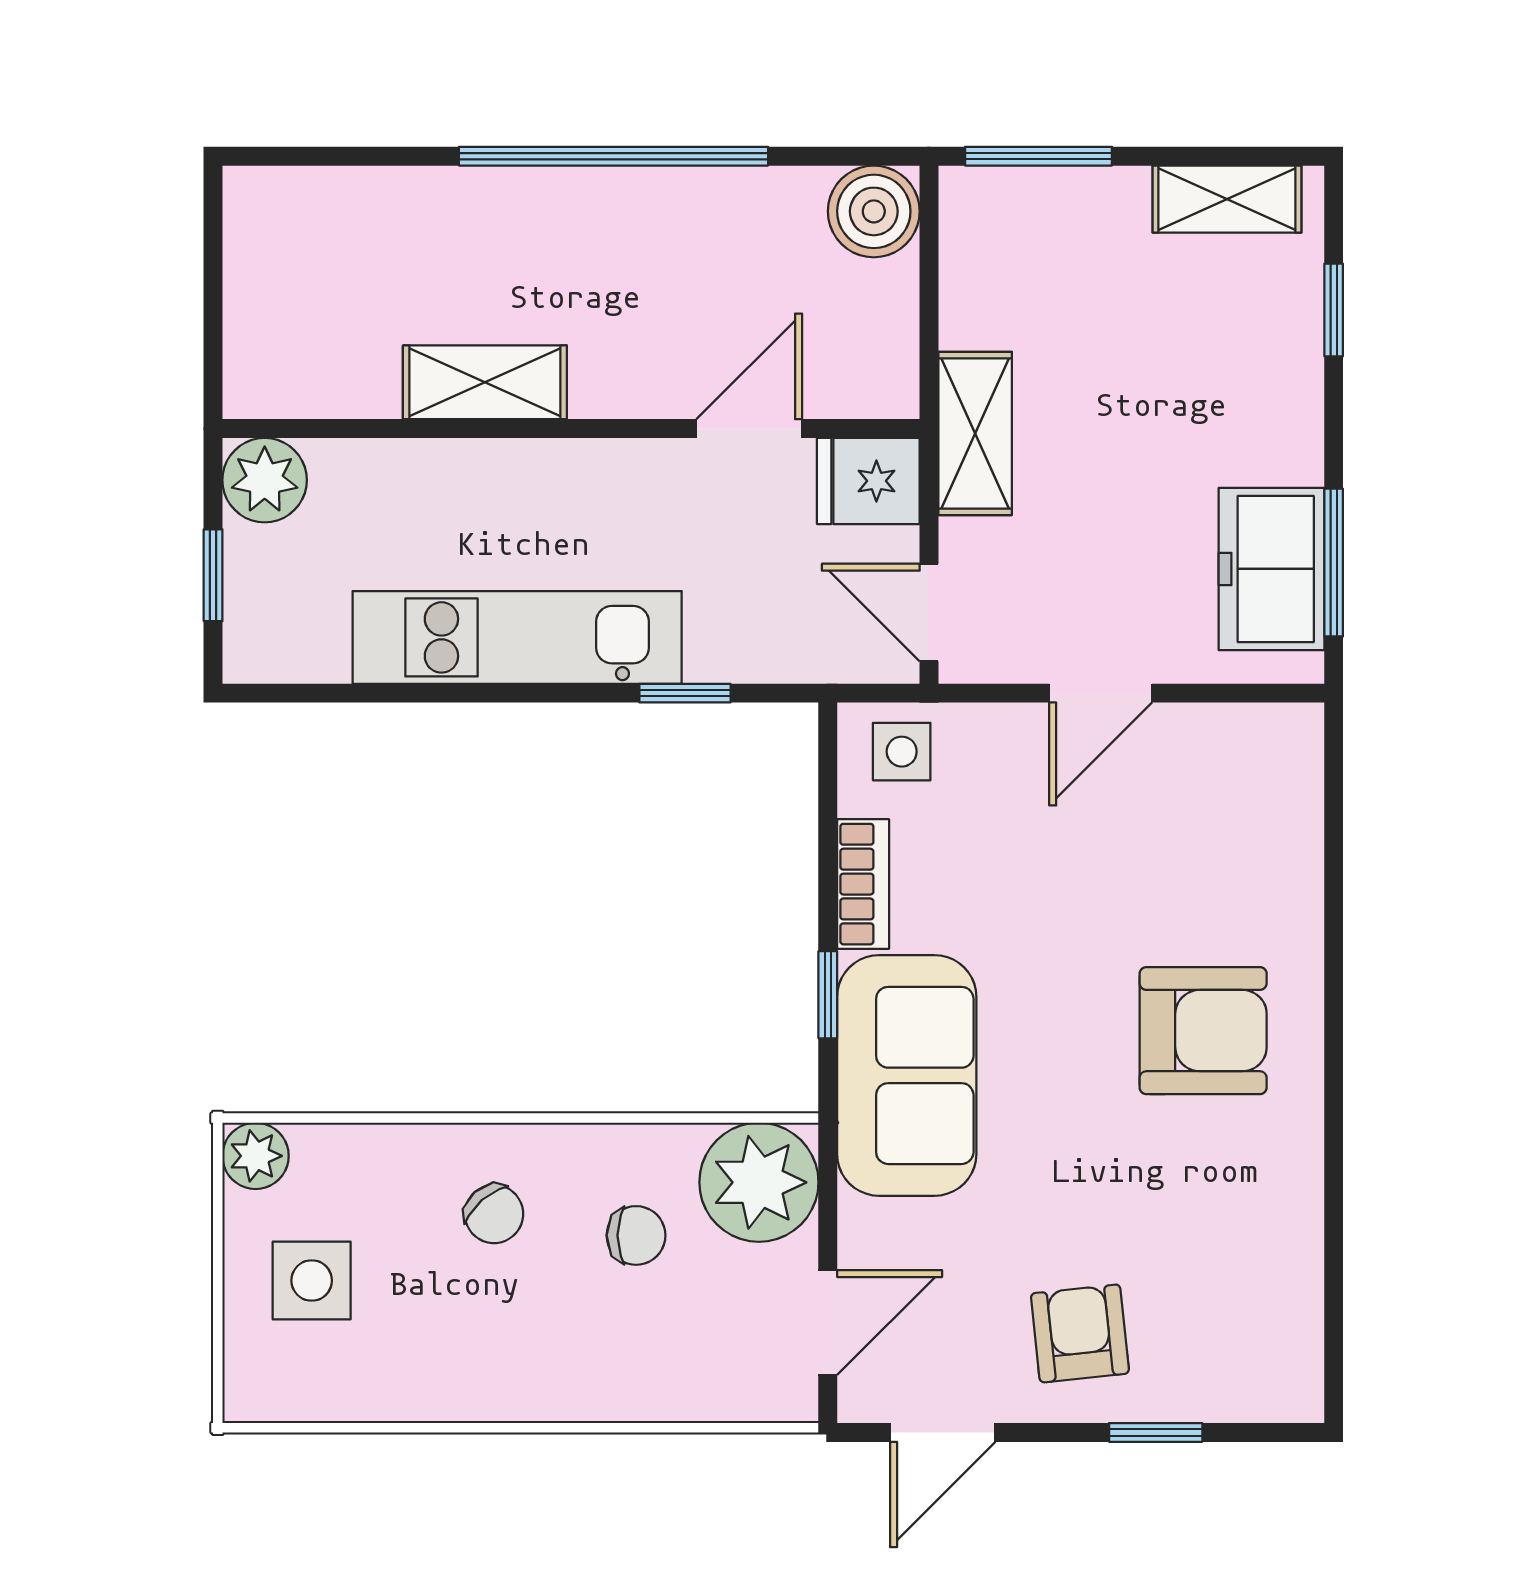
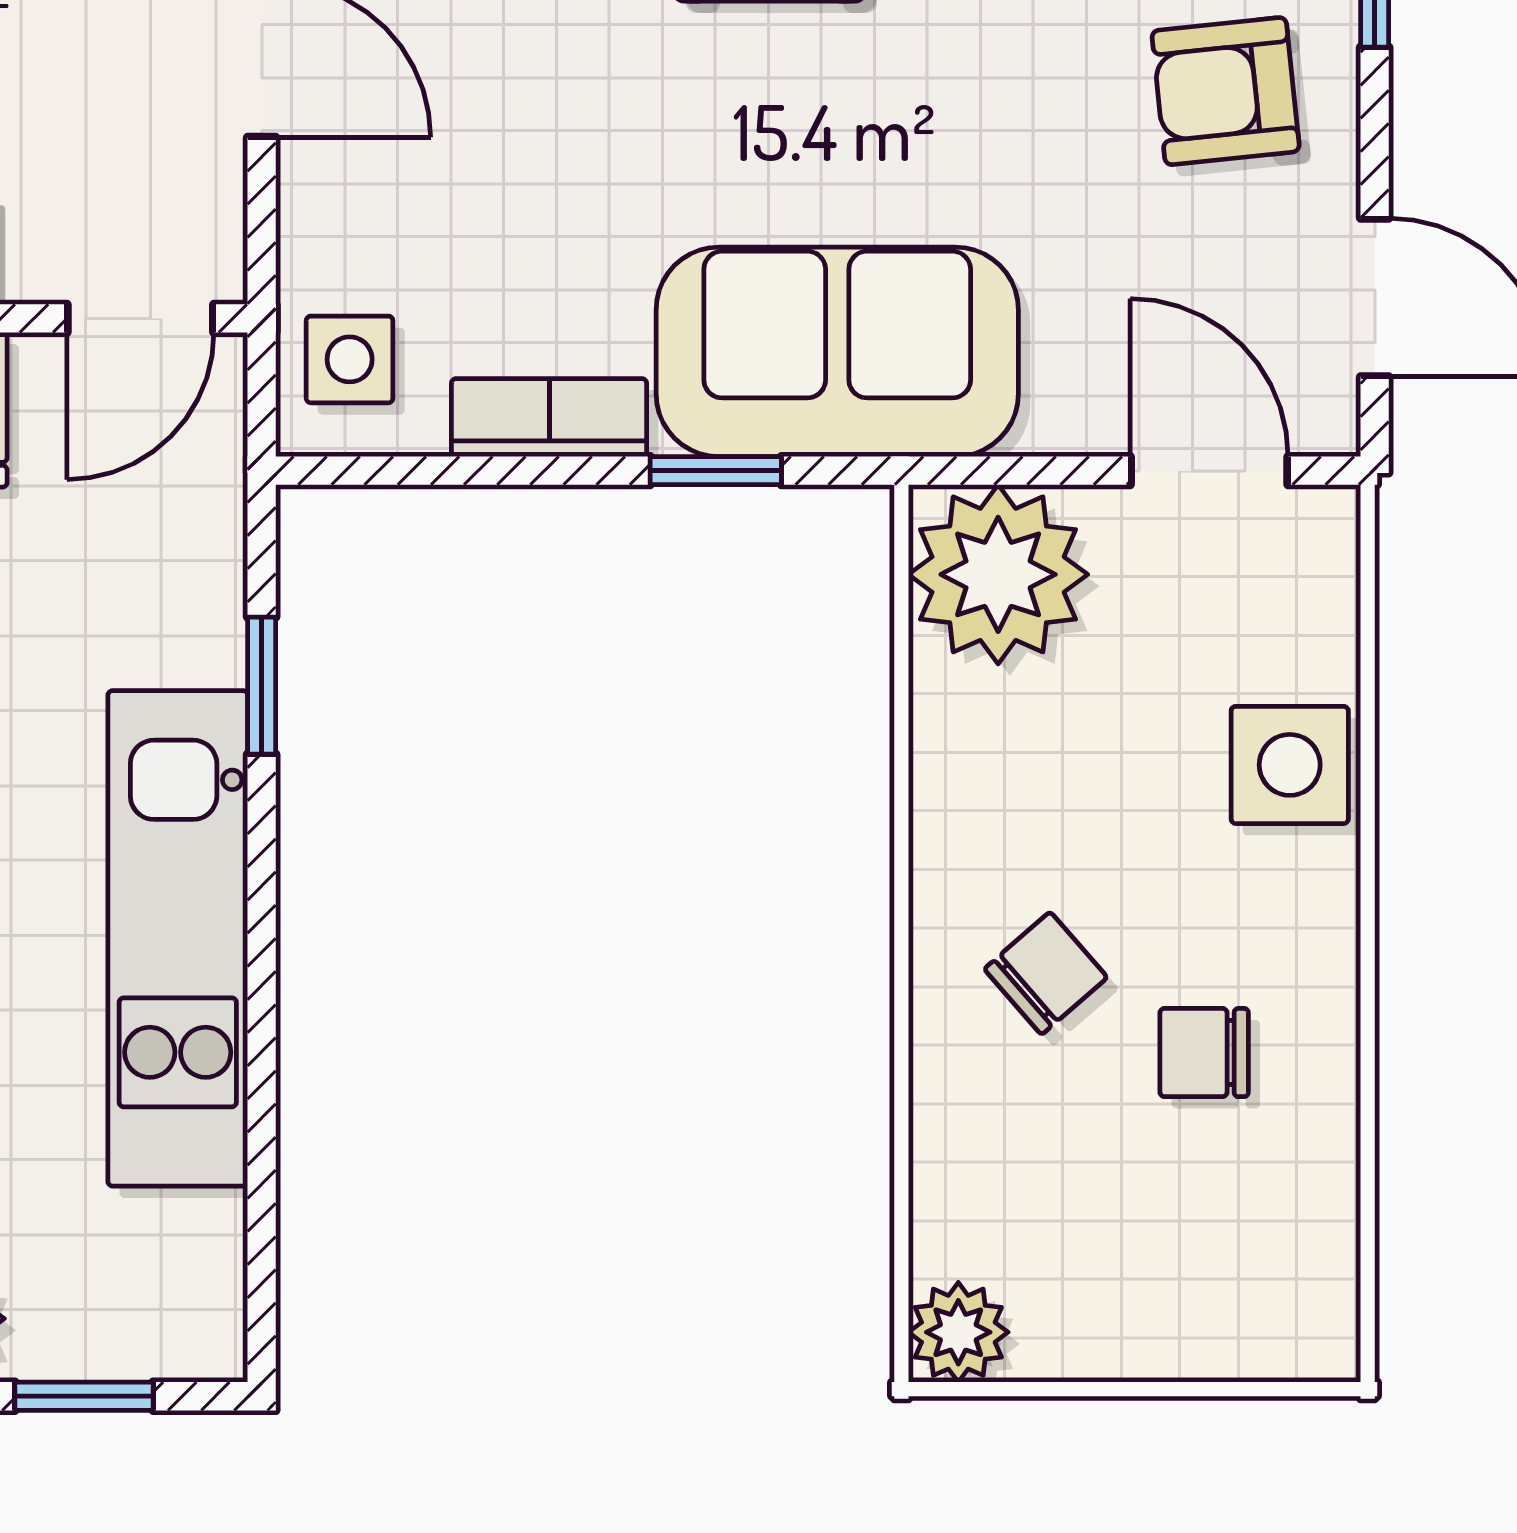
chair: (636, 1235) -> (1204, 1053), moved, turned -90
side table: (312, 1281) -> (1290, 765), moved

